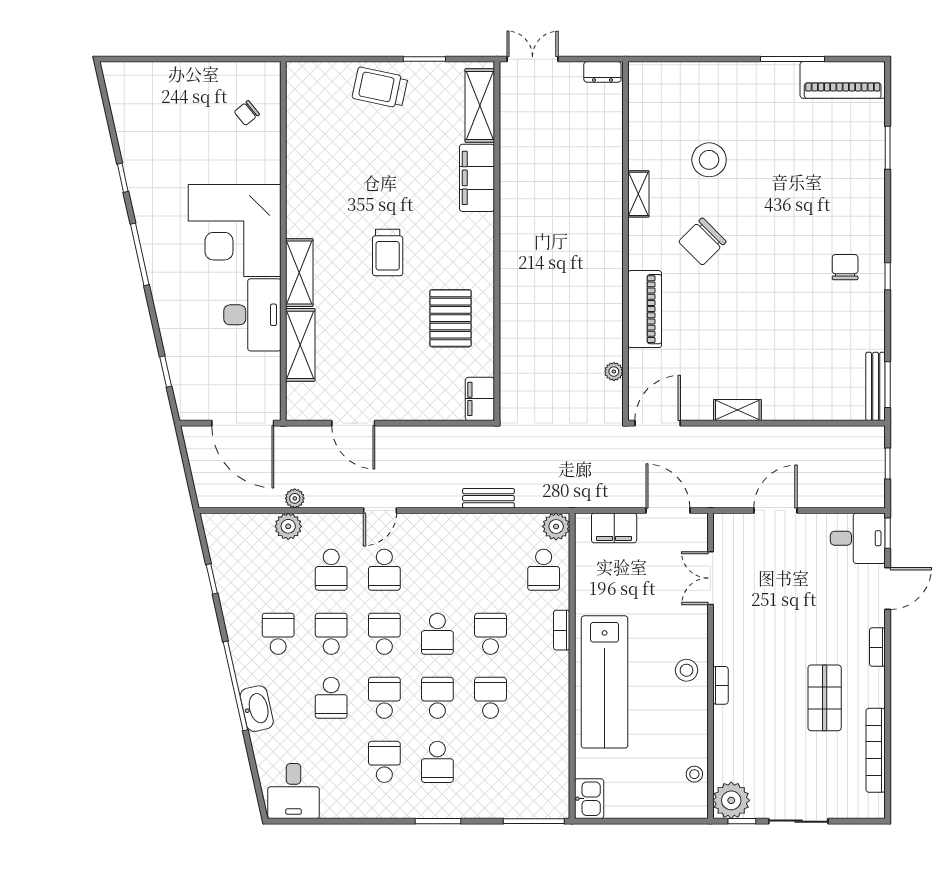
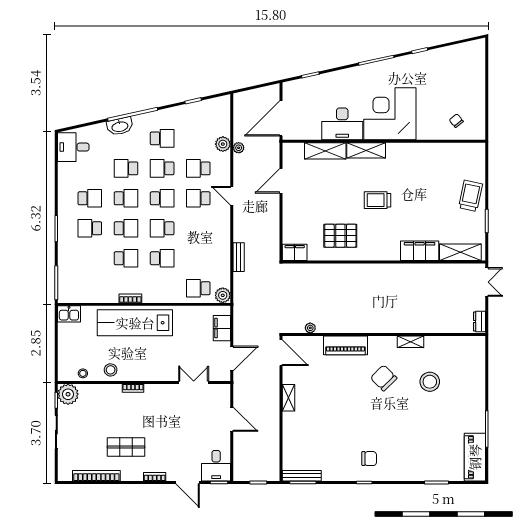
bookcase: (562, 630) -> (130, 298), moved
school desk: (331, 634) -> (162, 168), turned 180
stool: (687, 670) -> (111, 370), moved

